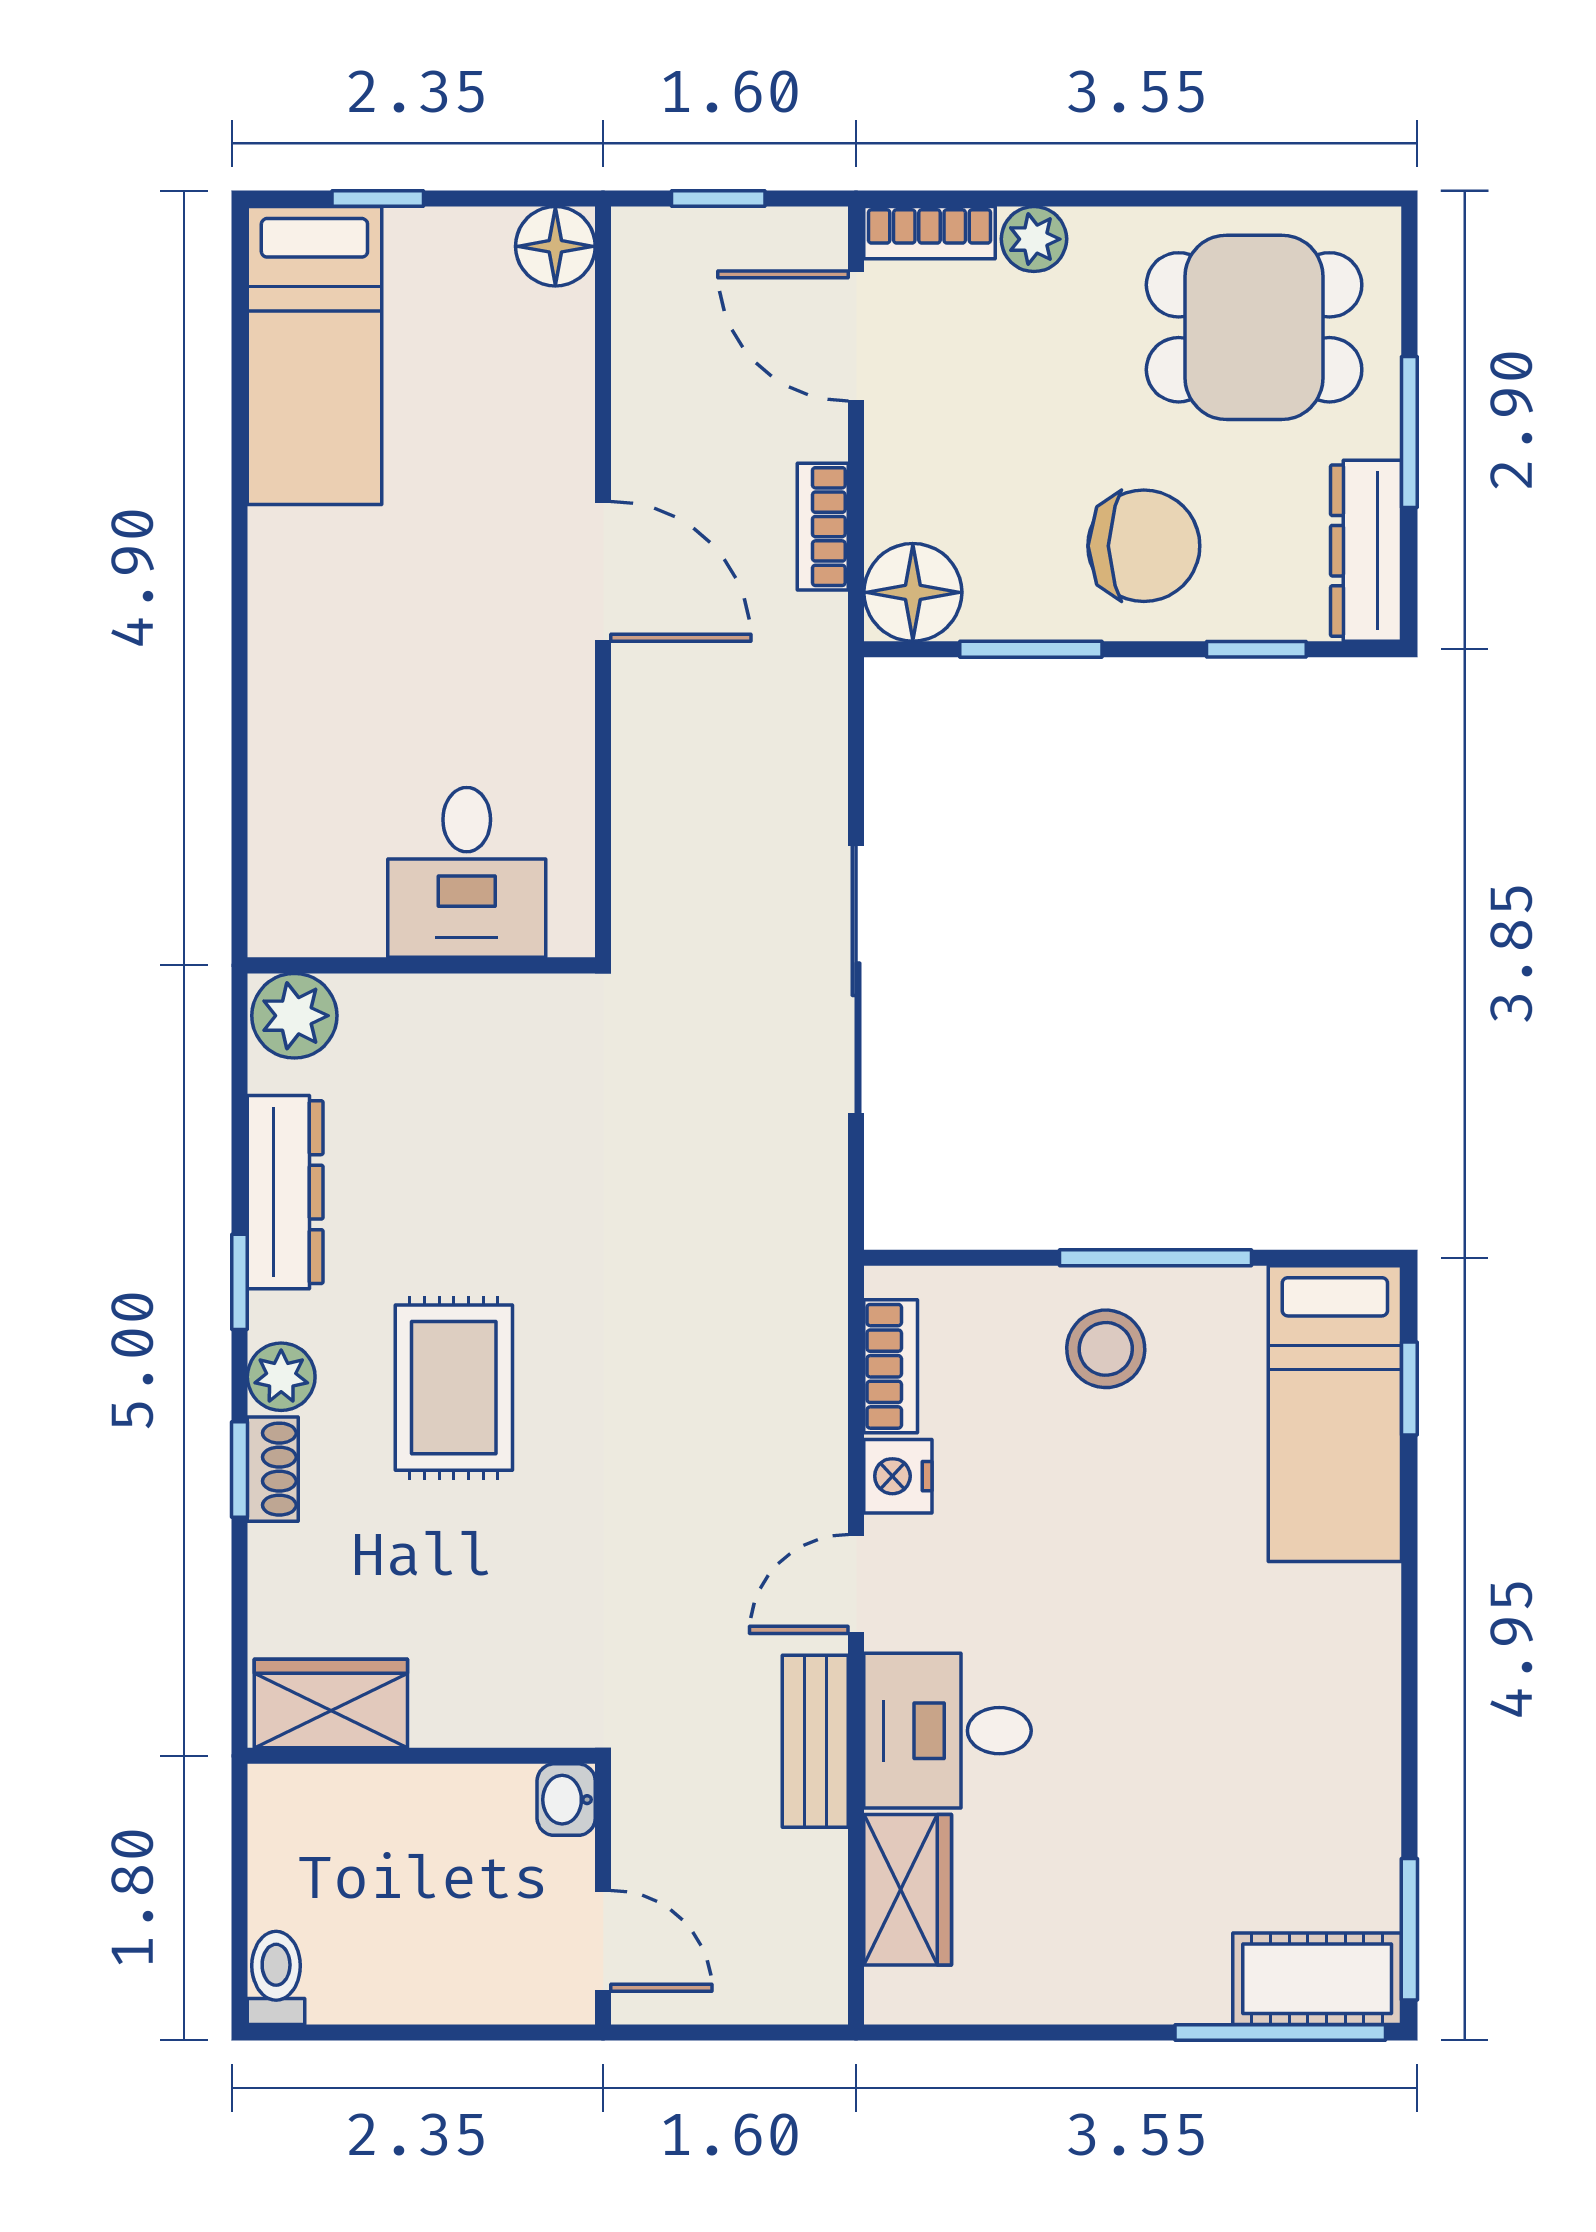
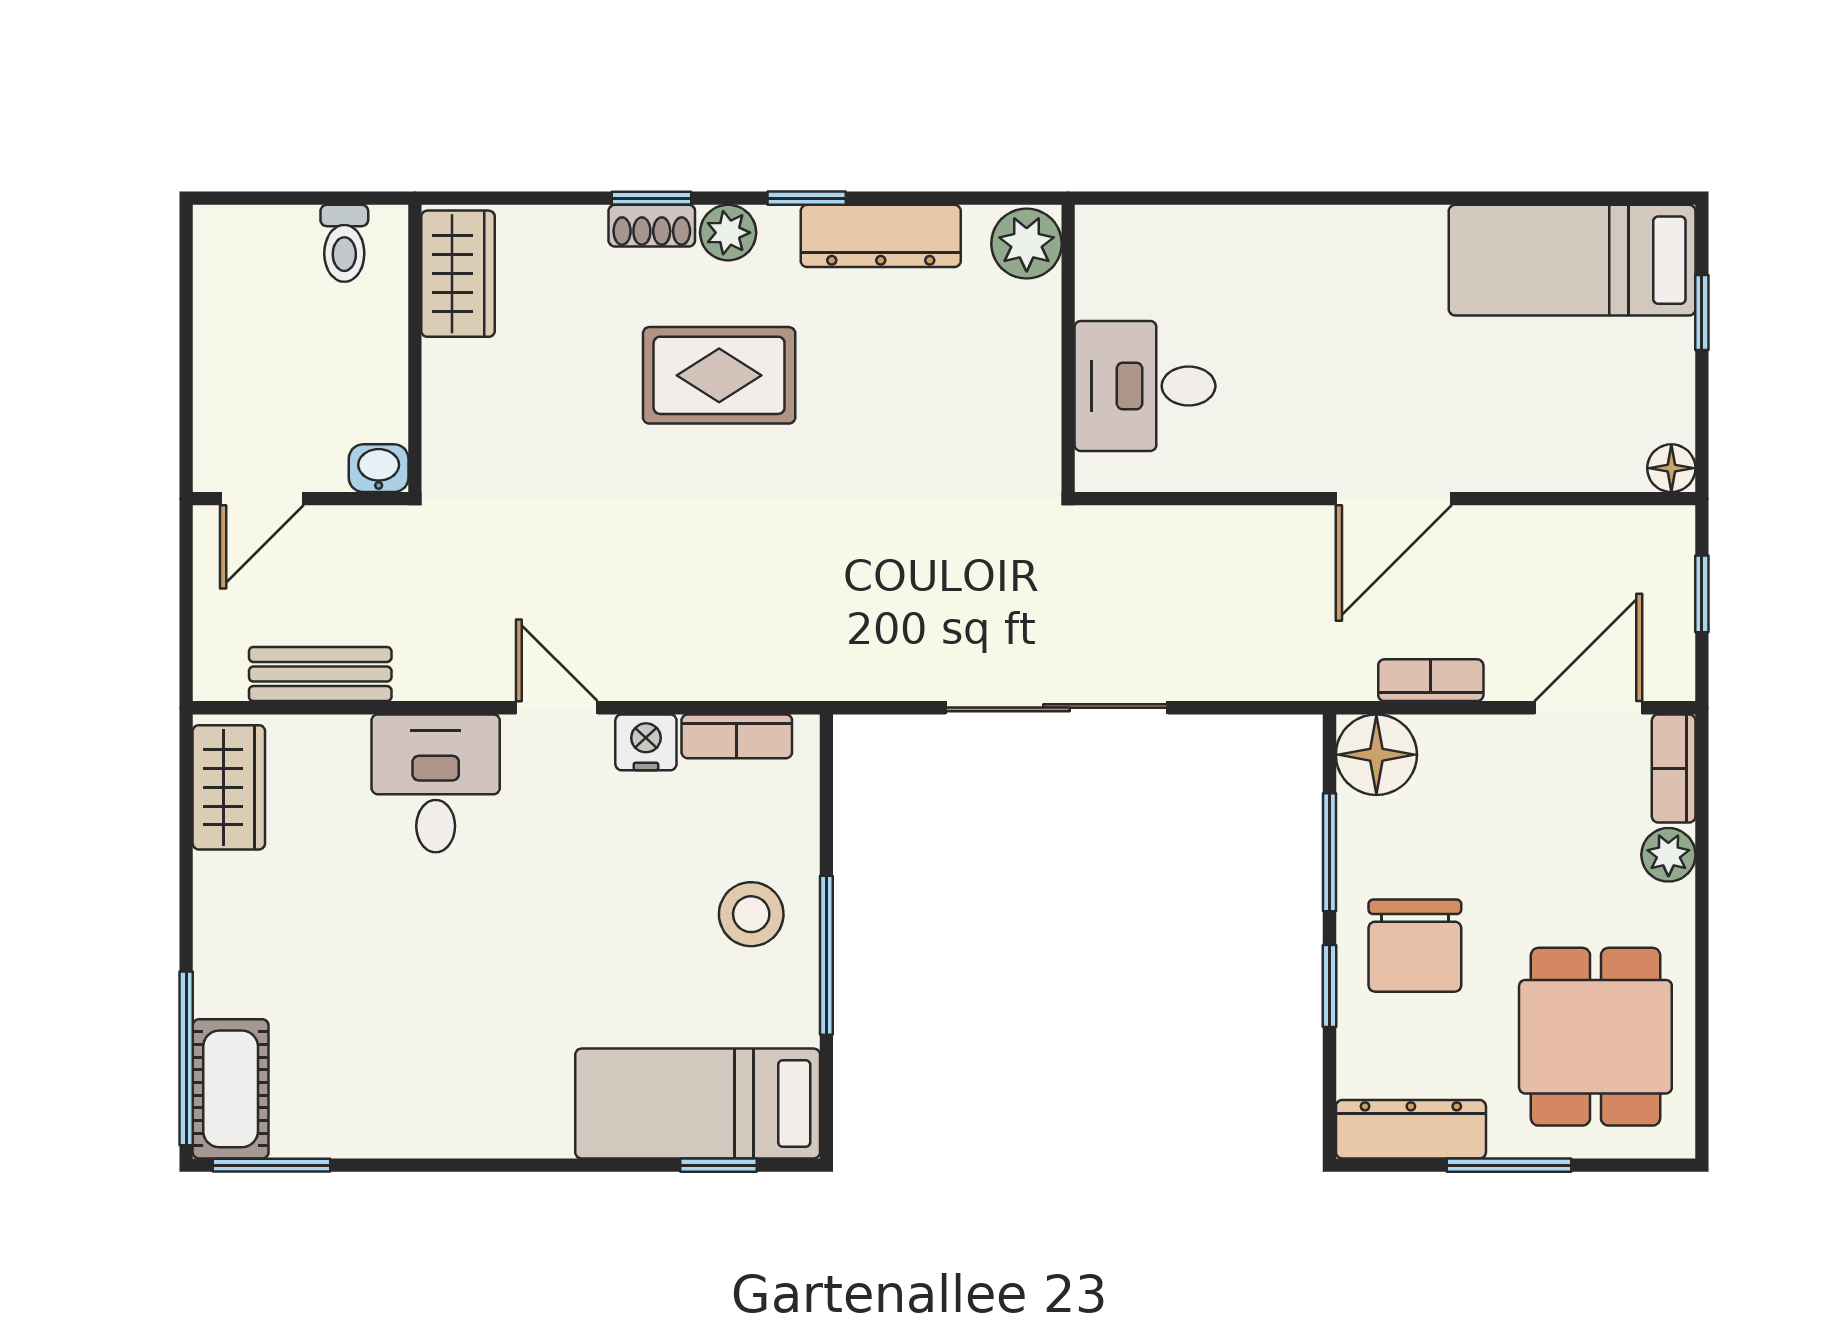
floor lamp: (555, 246) -> (1671, 468), width x0.73, depth x0.73
window: (1256, 649) -> (1329, 986), moved
bench: (815, 1741) -> (320, 674), moved
wardrobe: (908, 1890) -> (229, 787), moved, turned -90
toilet: (276, 1978) -> (344, 243), moved, turned 90

